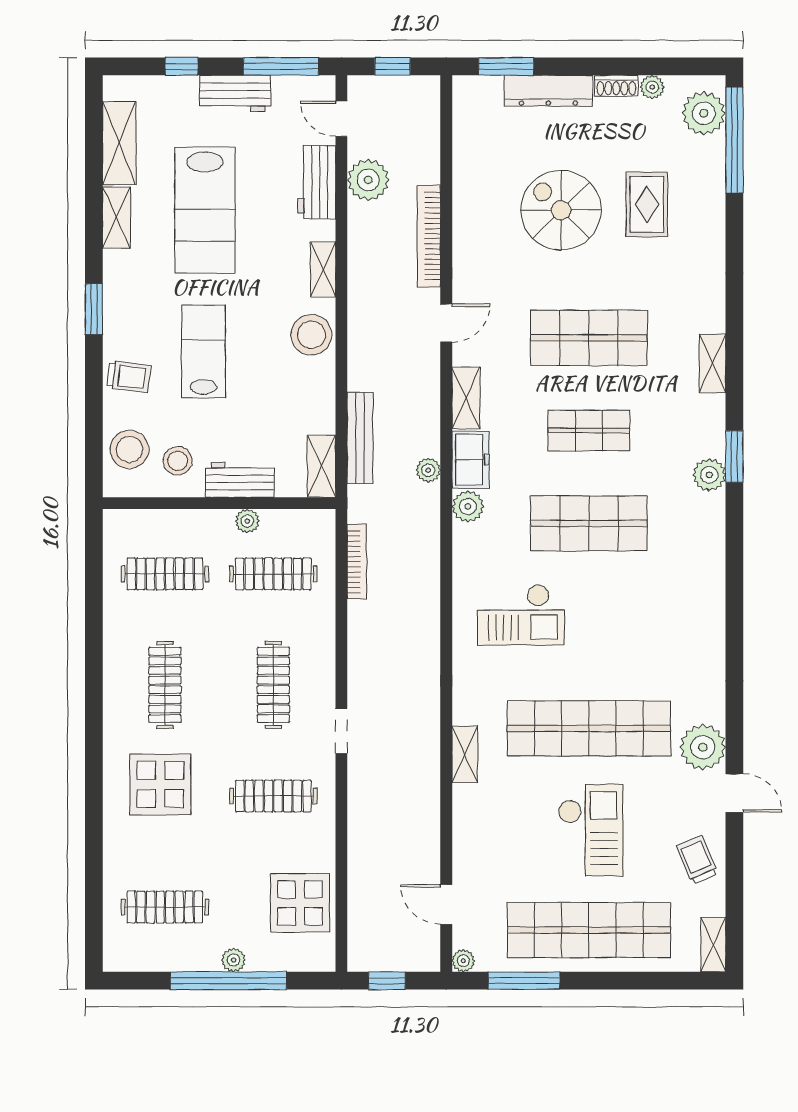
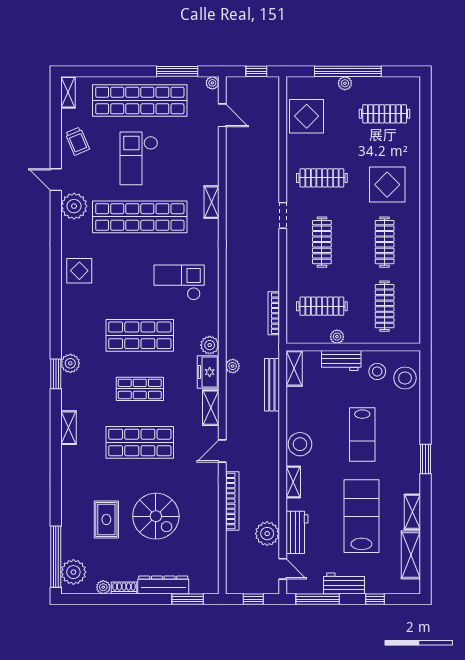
trolley: (129, 377) -> (405, 420), removed
clothes rail: (165, 574) -> (385, 306), turned 90
display table: (694, 635) -> (79, 271), added

